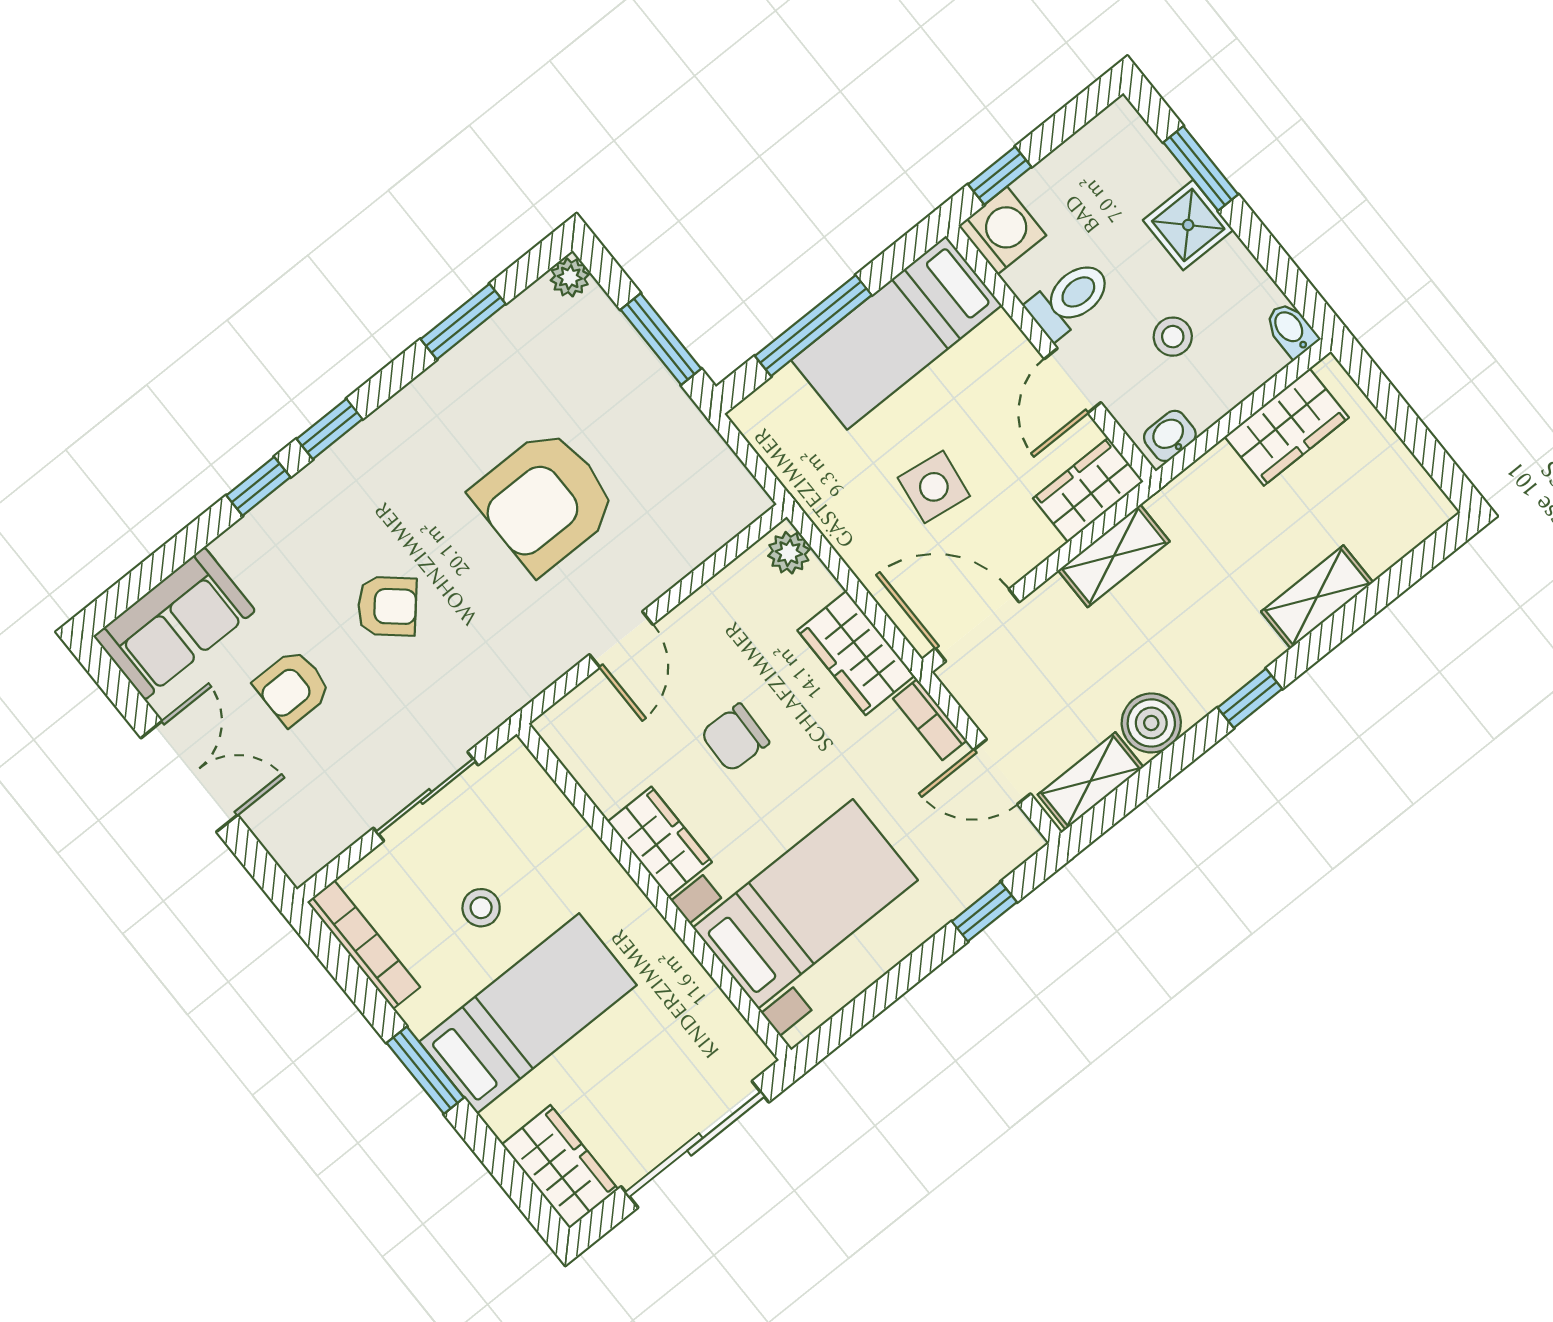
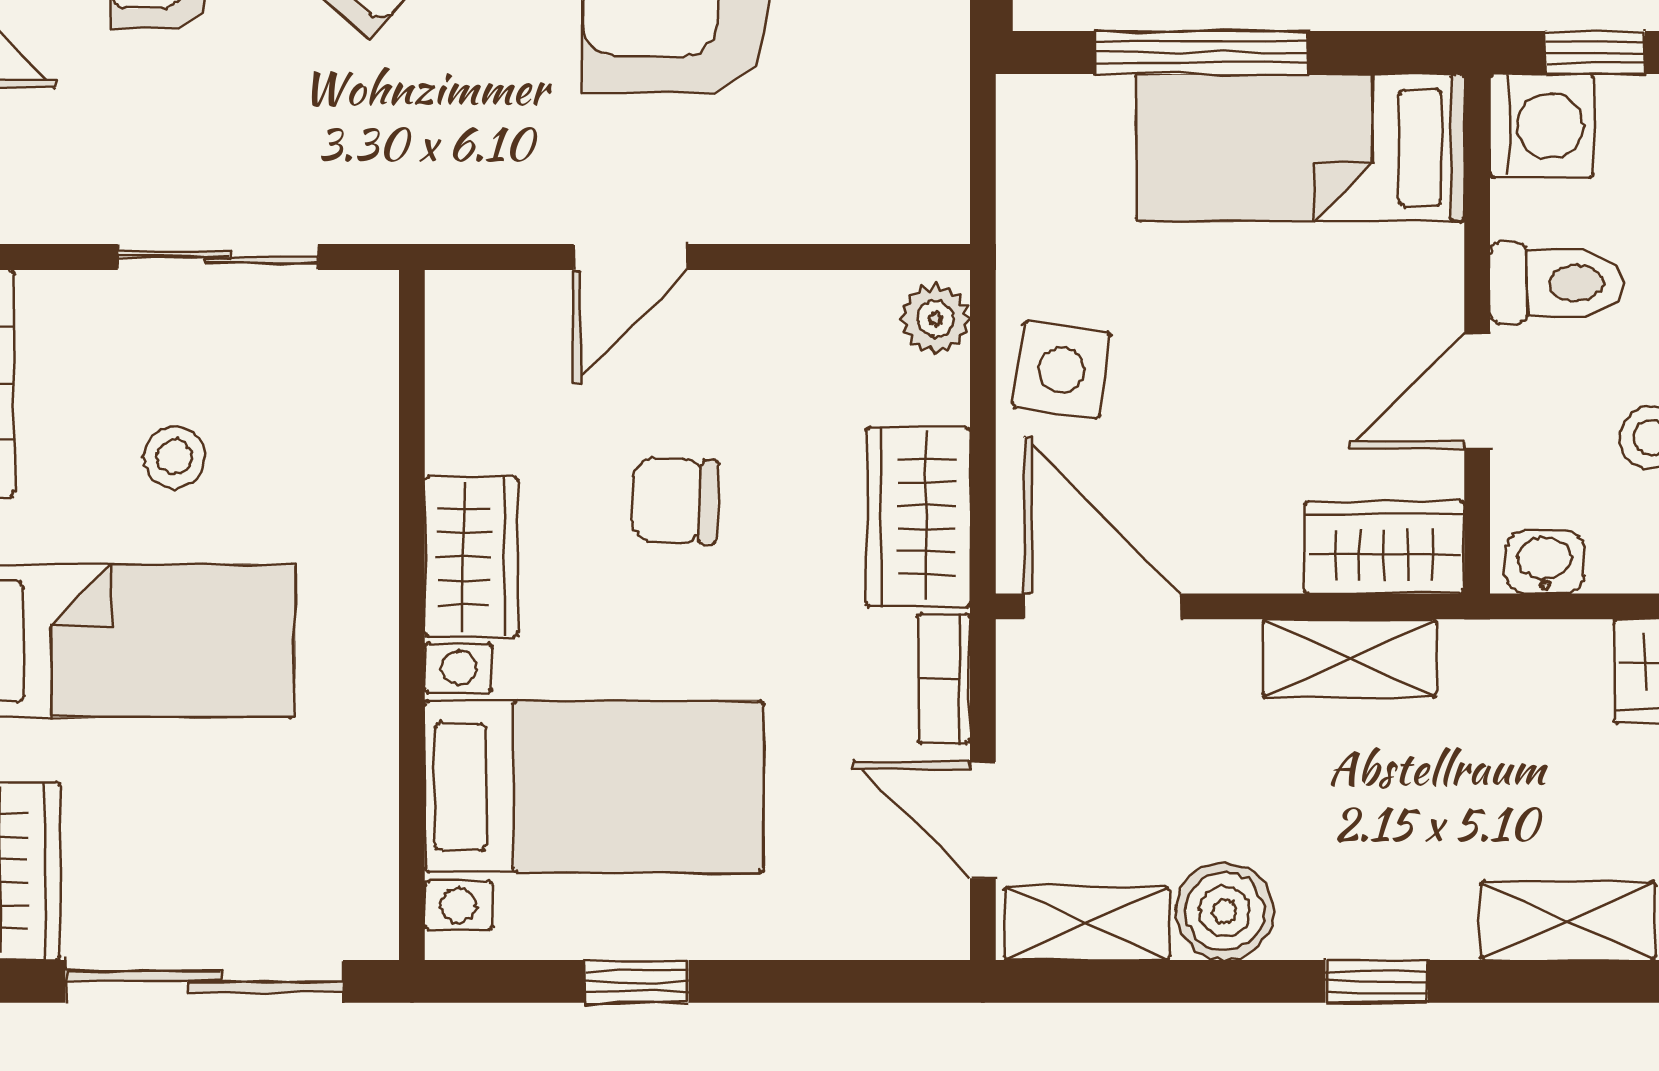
side table: (934, 487) -> (1061, 370), moved
window: (984, 912) -> (637, 981), moved

